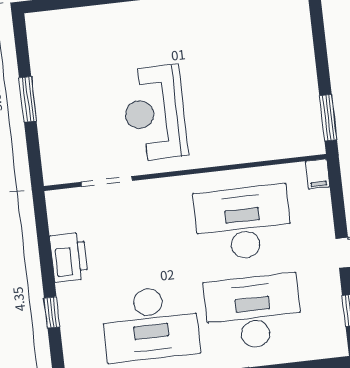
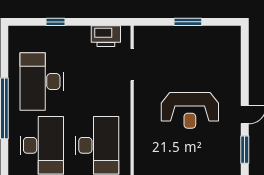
reception desk: (155, 113) -> (190, 110), moved, turned 180
printer: (69, 257) -> (106, 36), moved

